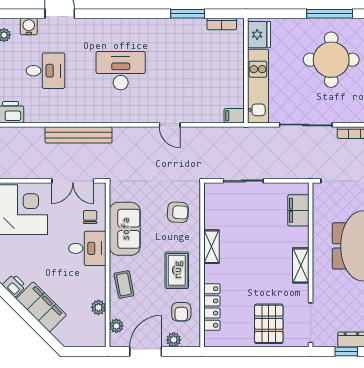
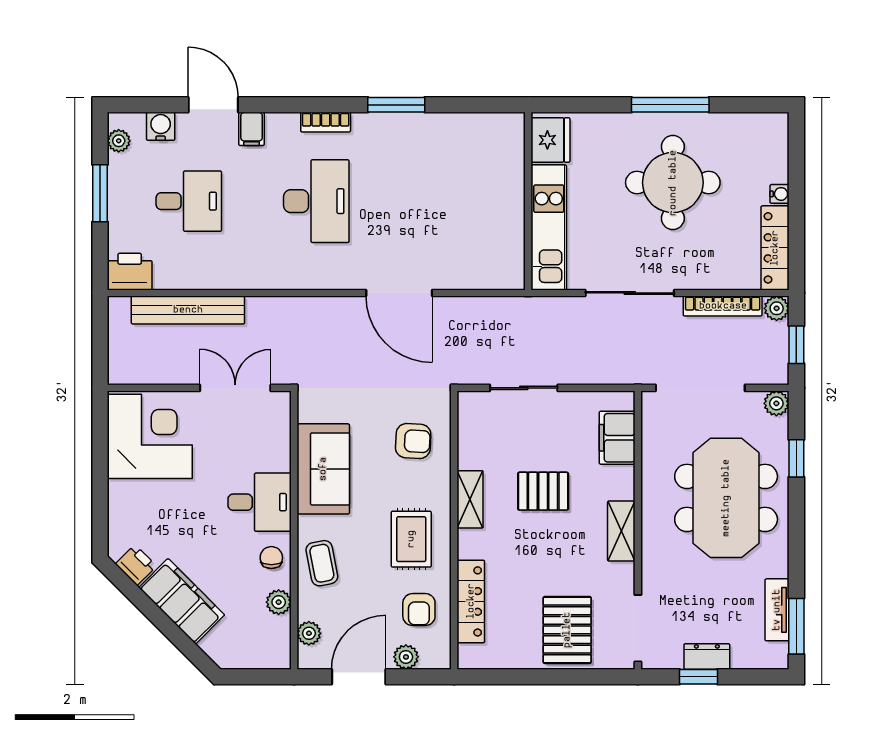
window: (188, 14) -> (396, 105), moved
bookcase: (222, 24) -> (326, 122), moved
desk: (121, 71) -> (316, 201), turned 90
filing cabinet: (234, 116) -> (252, 129), moved, turned -90
door: (170, 125) -> (399, 293), width x1.87
bench: (79, 135) -> (188, 310), moved
double door: (73, 181) -> (235, 388), swing flipped
chair: (90, 217) -> (271, 558), moved
pallet: (255, 242) -> (543, 491), added

